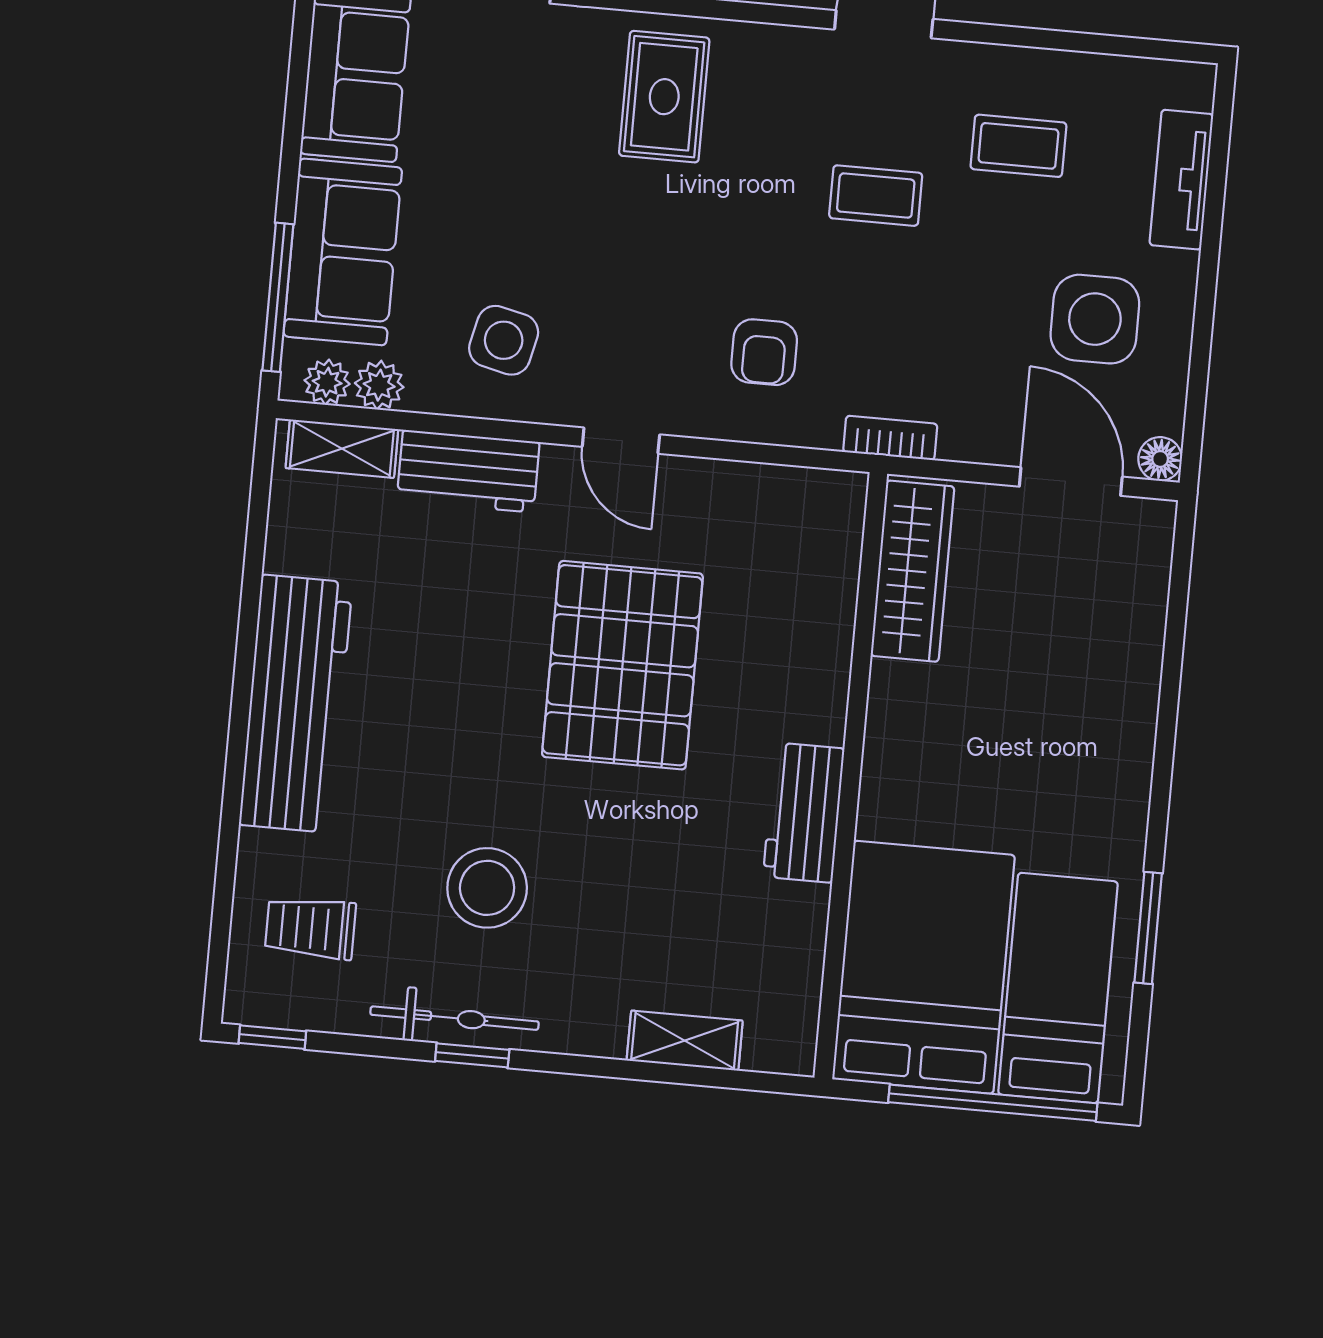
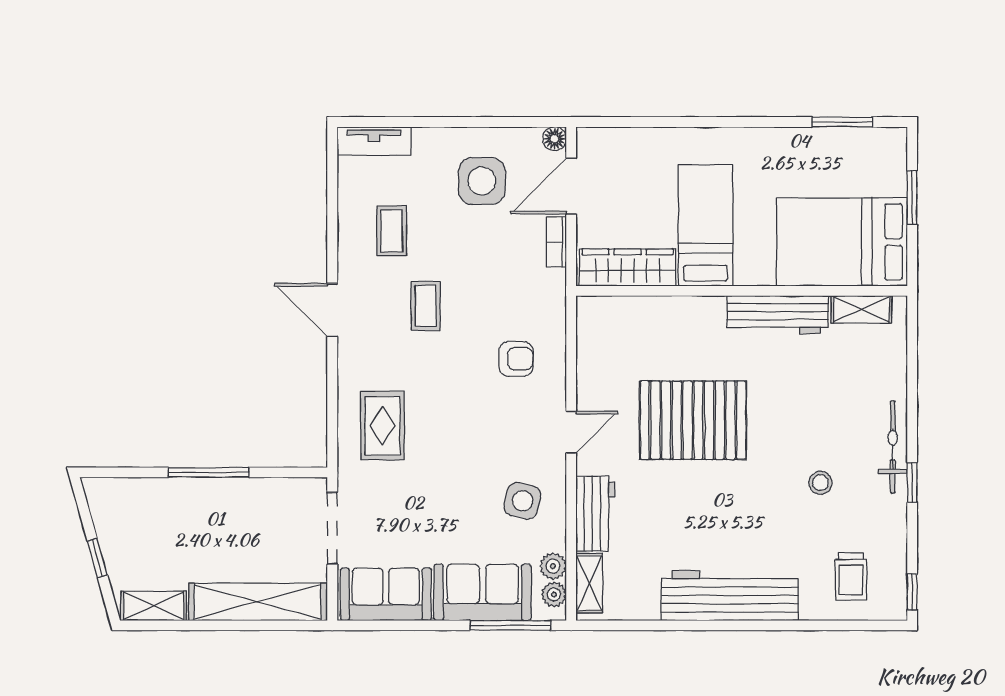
rug: (664, 97) -> (382, 426), turned 90
tv unit: (1181, 180) -> (374, 141), moved
bookcase: (890, 438) -> (556, 242), moved
workbench: (804, 813) -> (778, 315), width x1.38
stool: (487, 888) -> (820, 483), width x0.53, depth x0.53
window: (1148, 928) -> (842, 122), moved
bed: (1058, 988) -> (705, 225), moved, turned 90
bicycle: (455, 1018) -> (893, 447), moved
shelving: (685, 1041) -> (861, 309), moved, turned 90
window: (993, 1103) -> (912, 198), width x0.47

